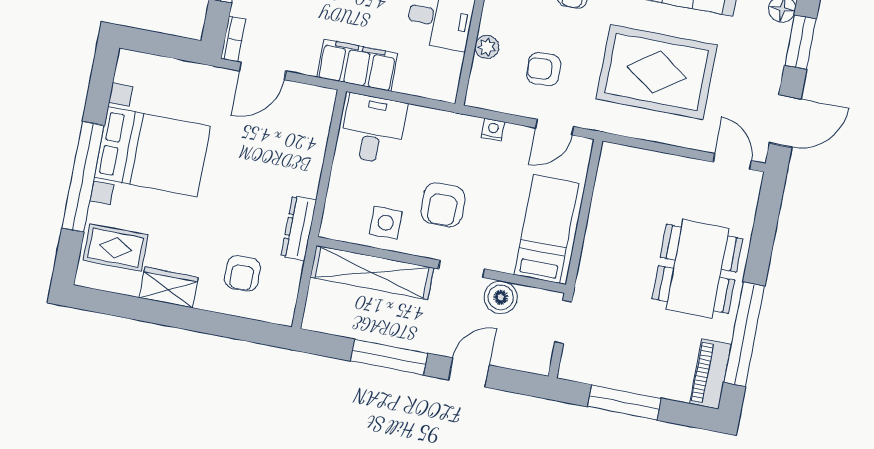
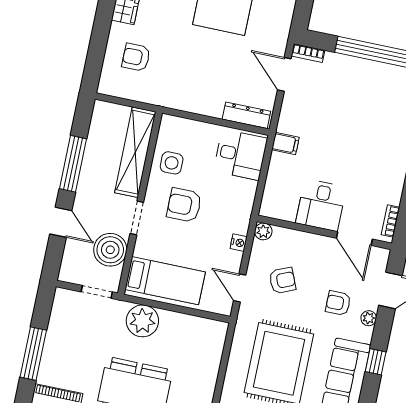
plant: (487, 47) -> (263, 231), moved
filing cabinet: (357, 65) -> (285, 144), width x0.33, depth x0.86
armchair: (544, 69) -> (282, 280), turned 70
dresser: (299, 228) -> (246, 115), moved
plant: (602, 259) -> (142, 321), added
boiler: (501, 297) -> (110, 250), width x1.37, depth x1.37
window: (624, 402) -> (33, 354), moved

